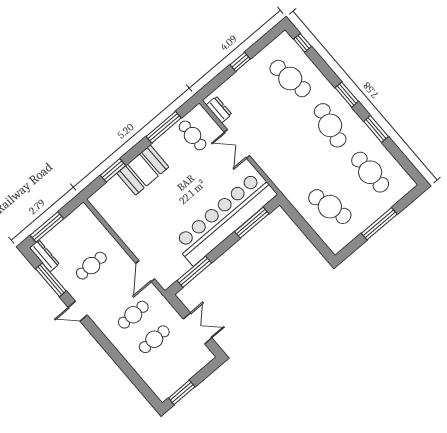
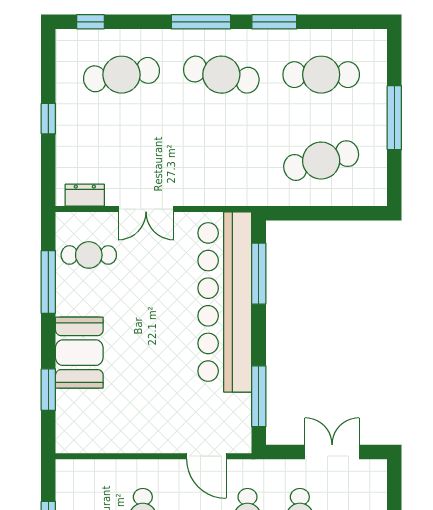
window: (347, 95) -> (201, 22), width x1.44

